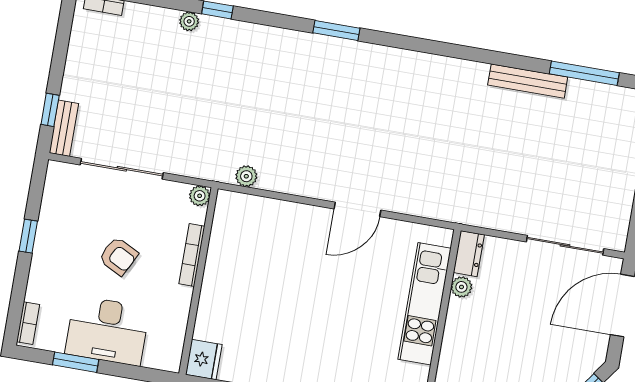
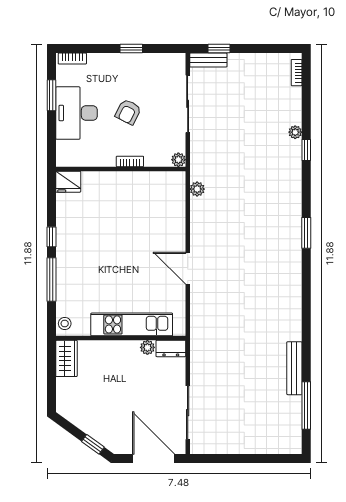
bookcase: (192, 255) -> (130, 161), width x0.64

